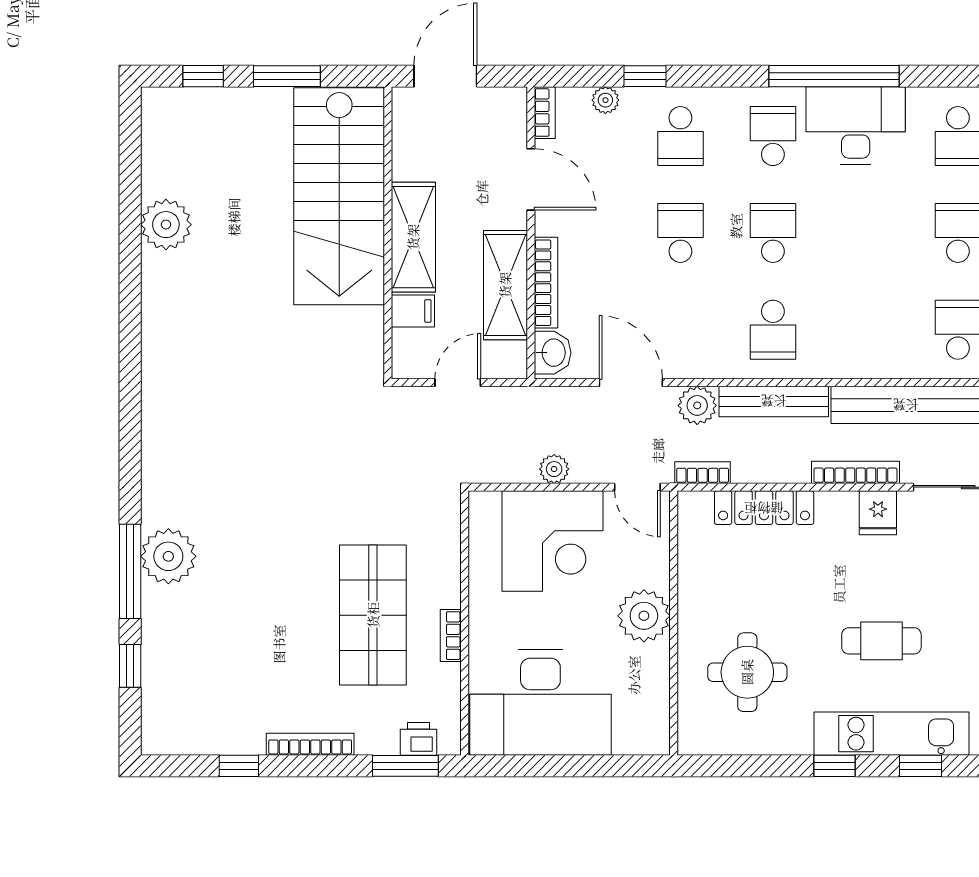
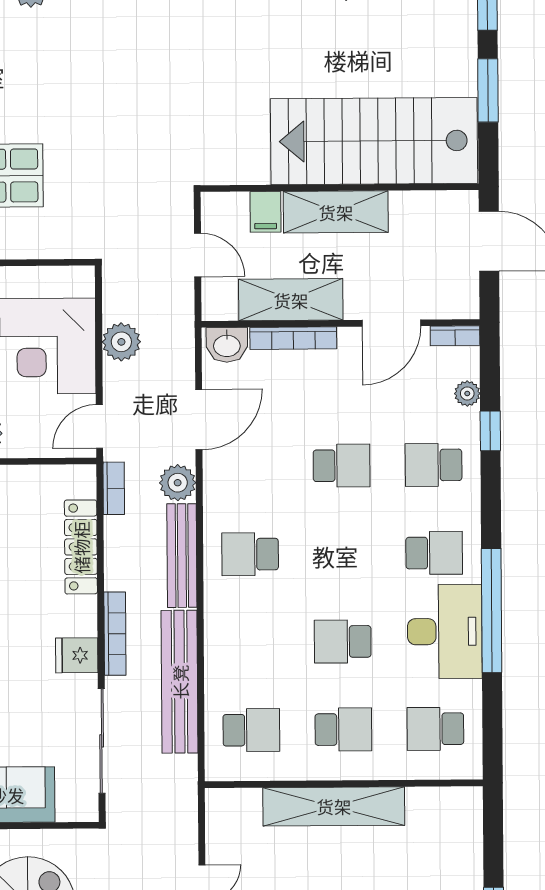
school desk: (773, 233) -> (343, 642), moved, turned 180
plant: (554, 469) -> (121, 342), width x1.38, depth x1.38

